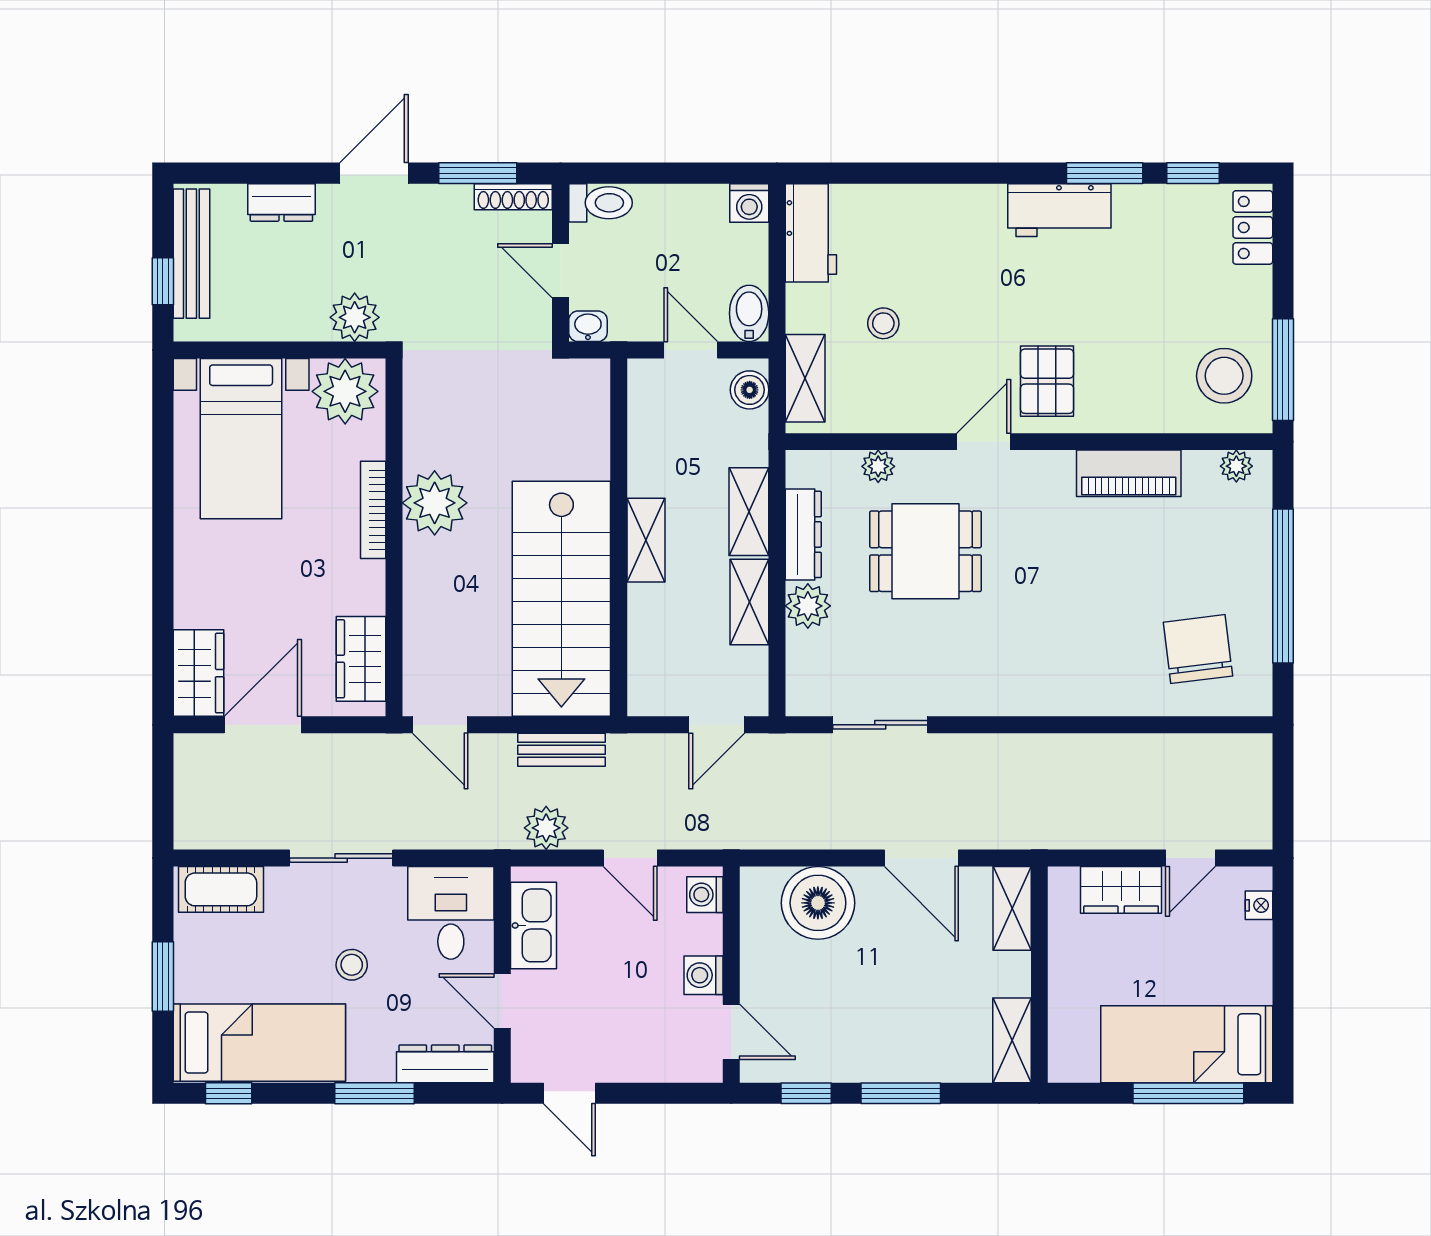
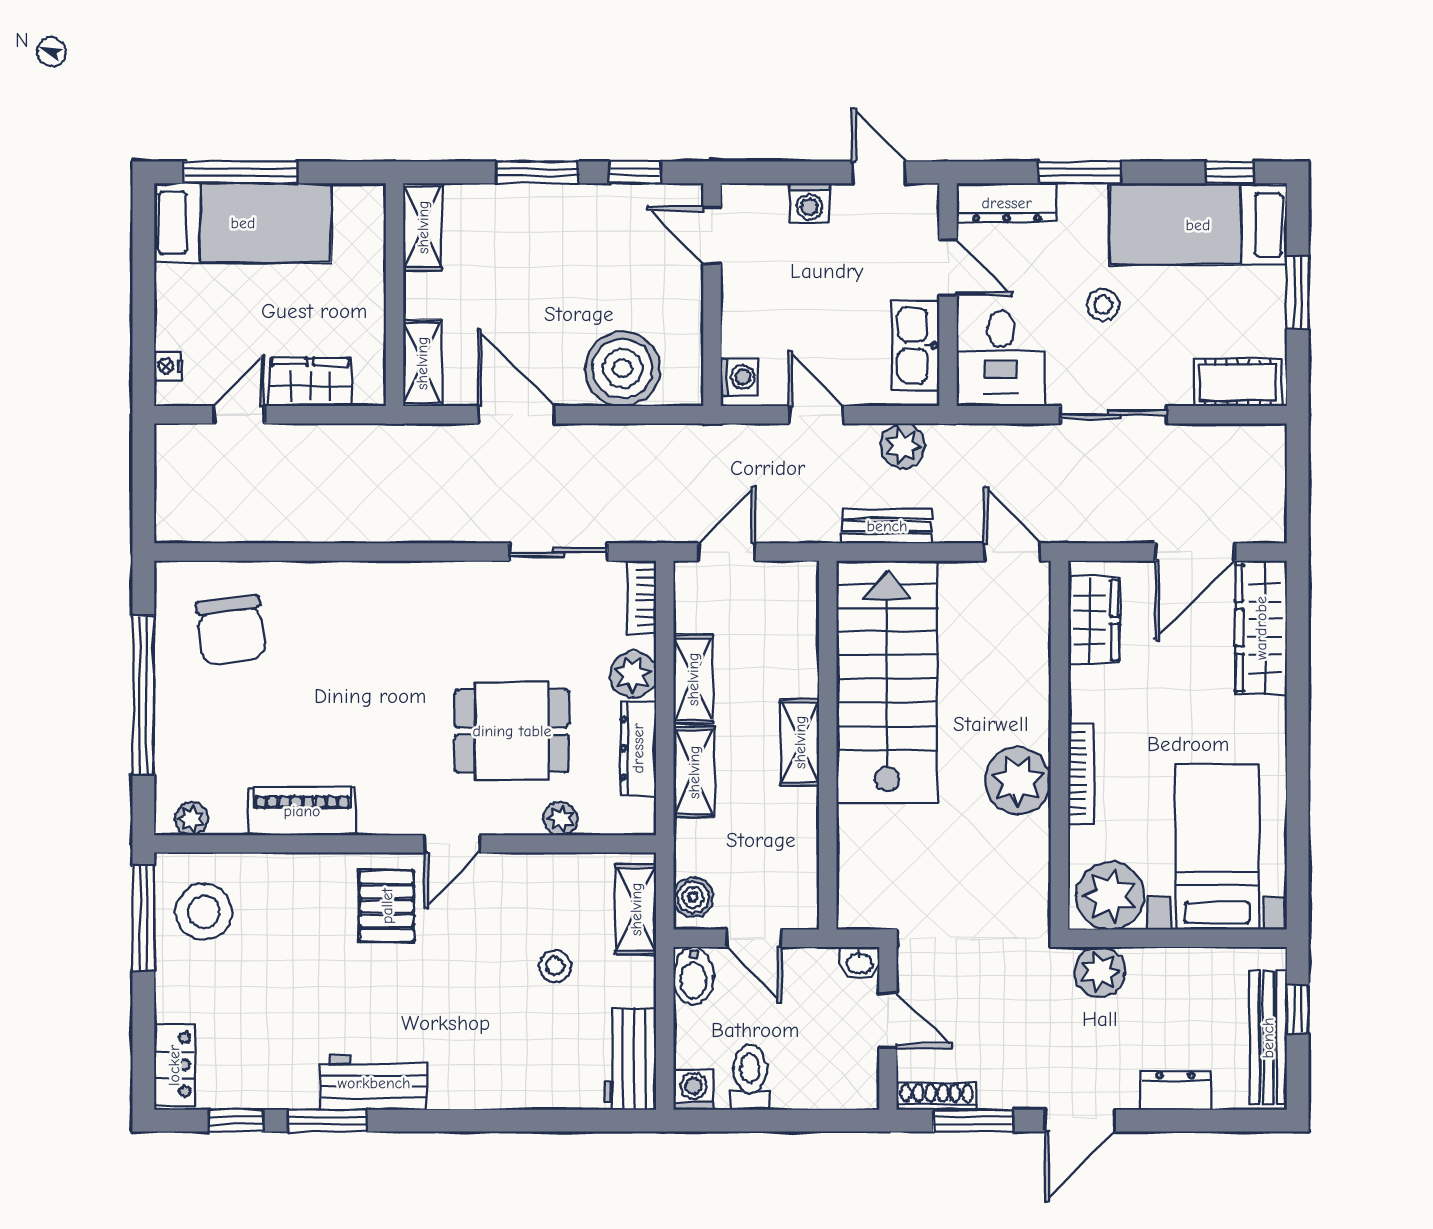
toilet: (601, 203) -> (750, 1077), moved, turned 90
wardrobe: (198, 673) -> (1261, 628), width x1.50
bookcase: (800, 681) -> (642, 597), added
washing machine: (704, 975) -> (809, 203), moved, turned 90

